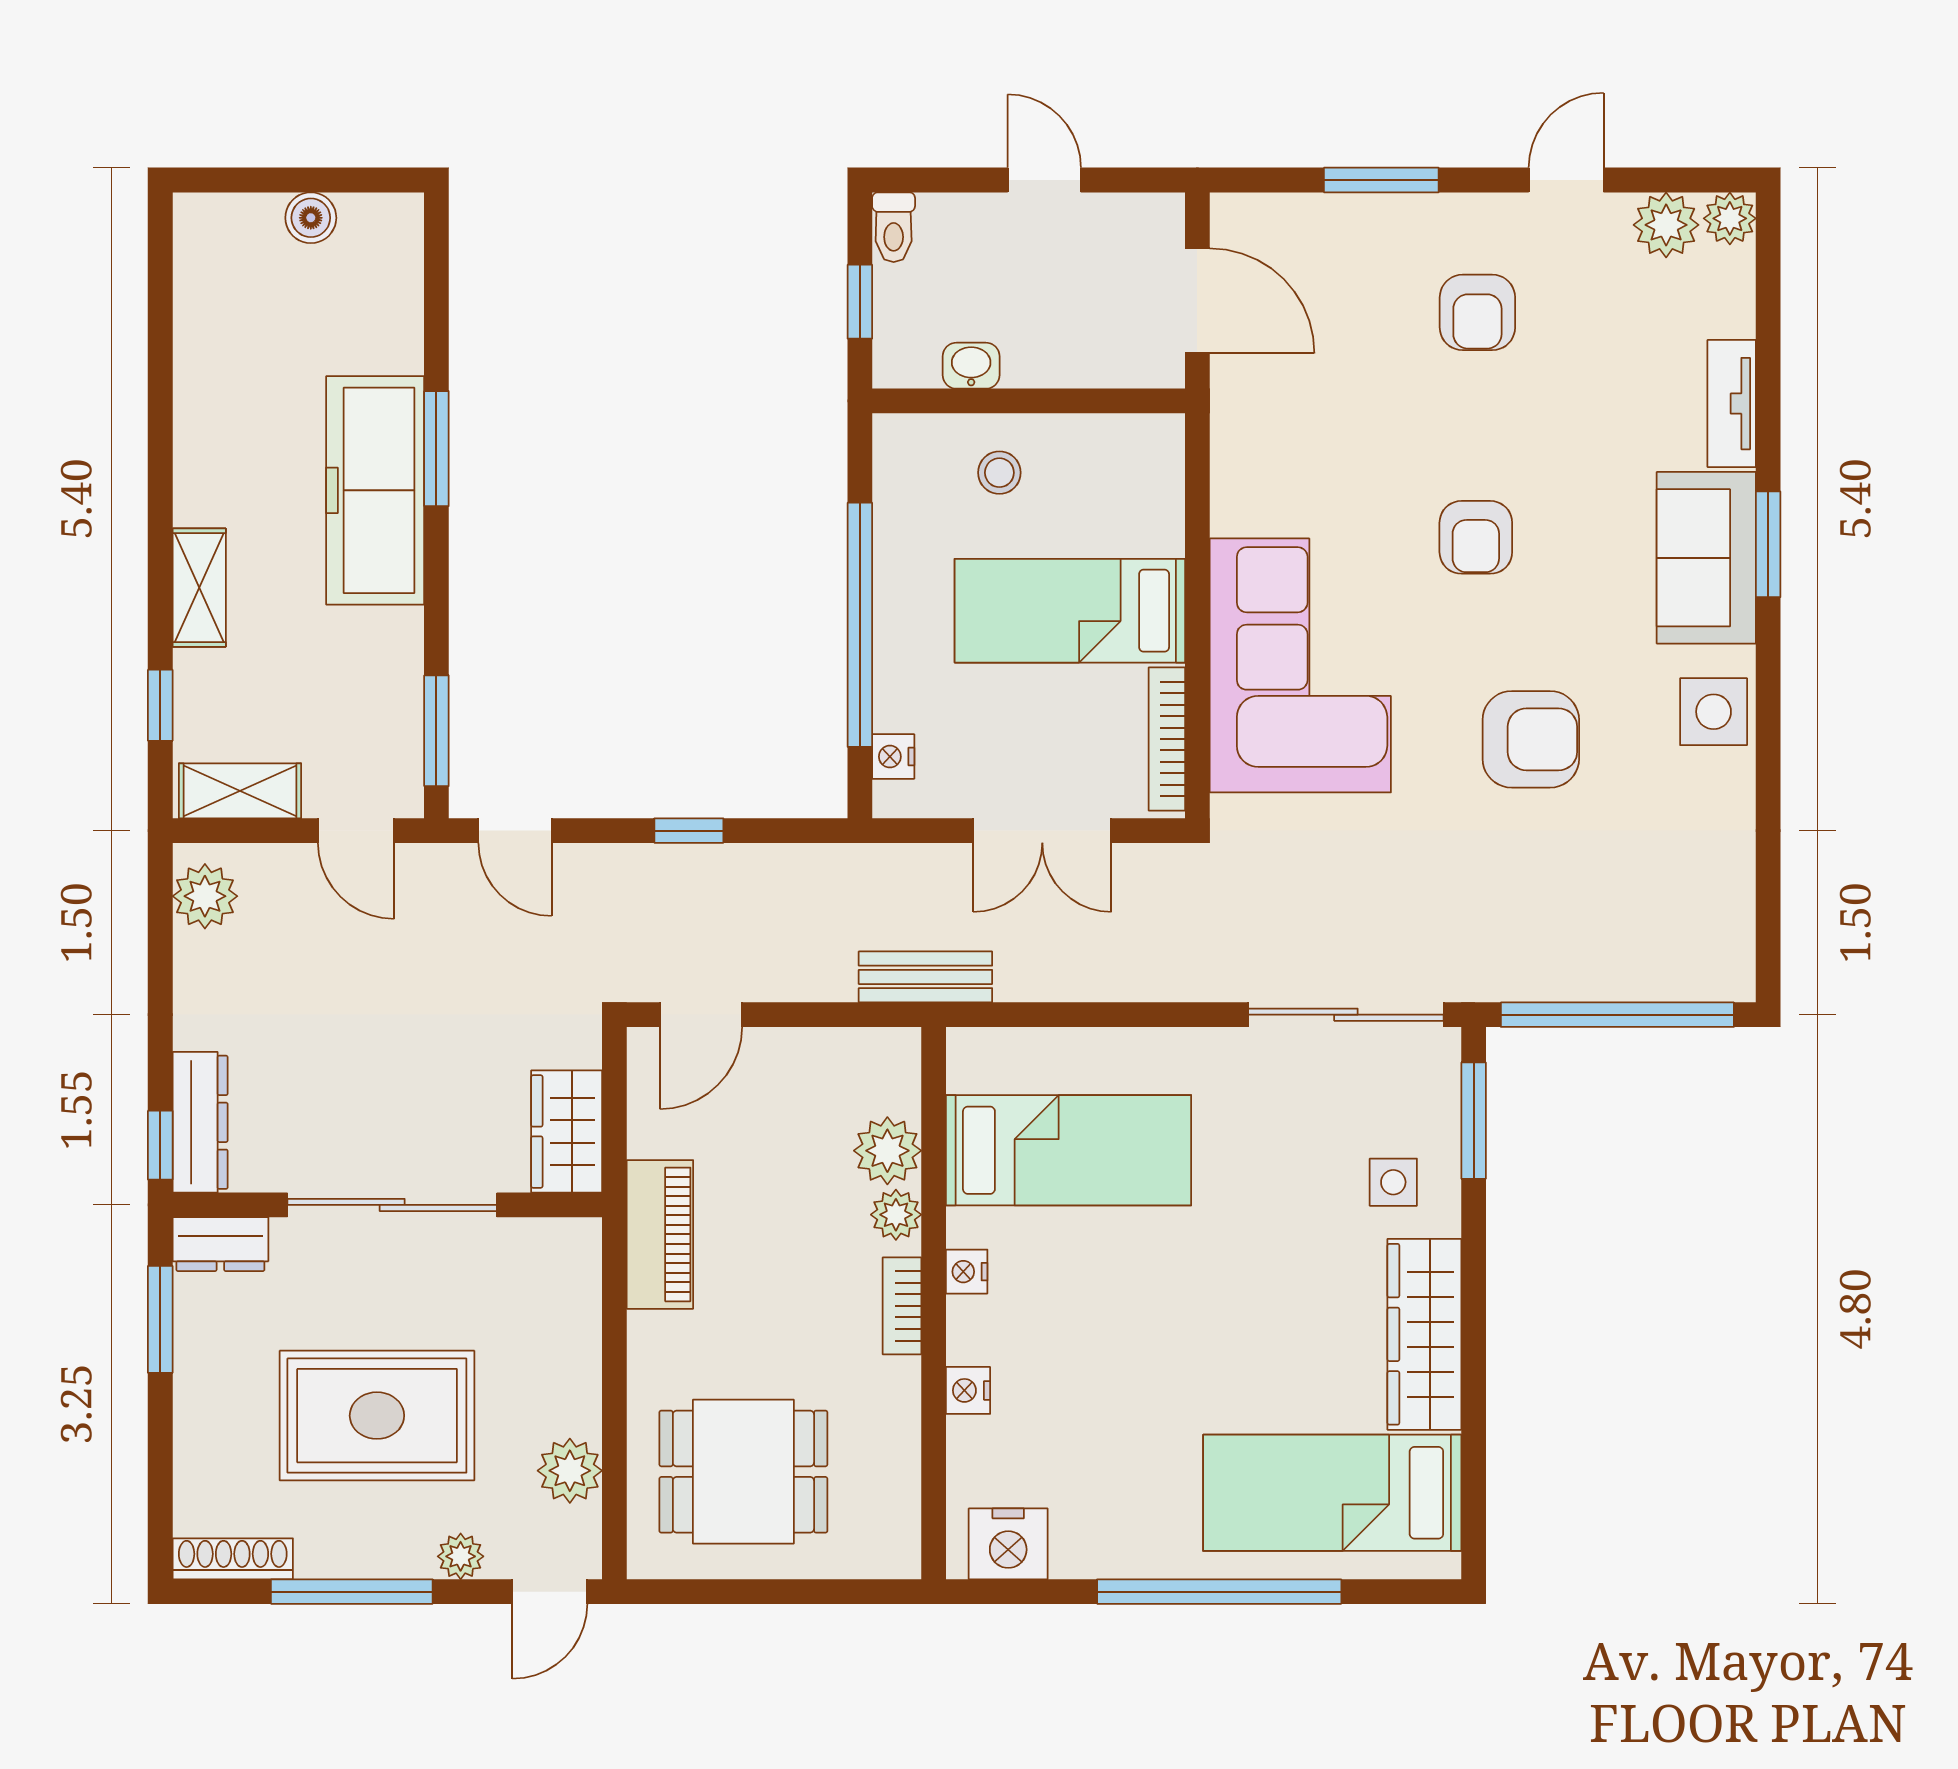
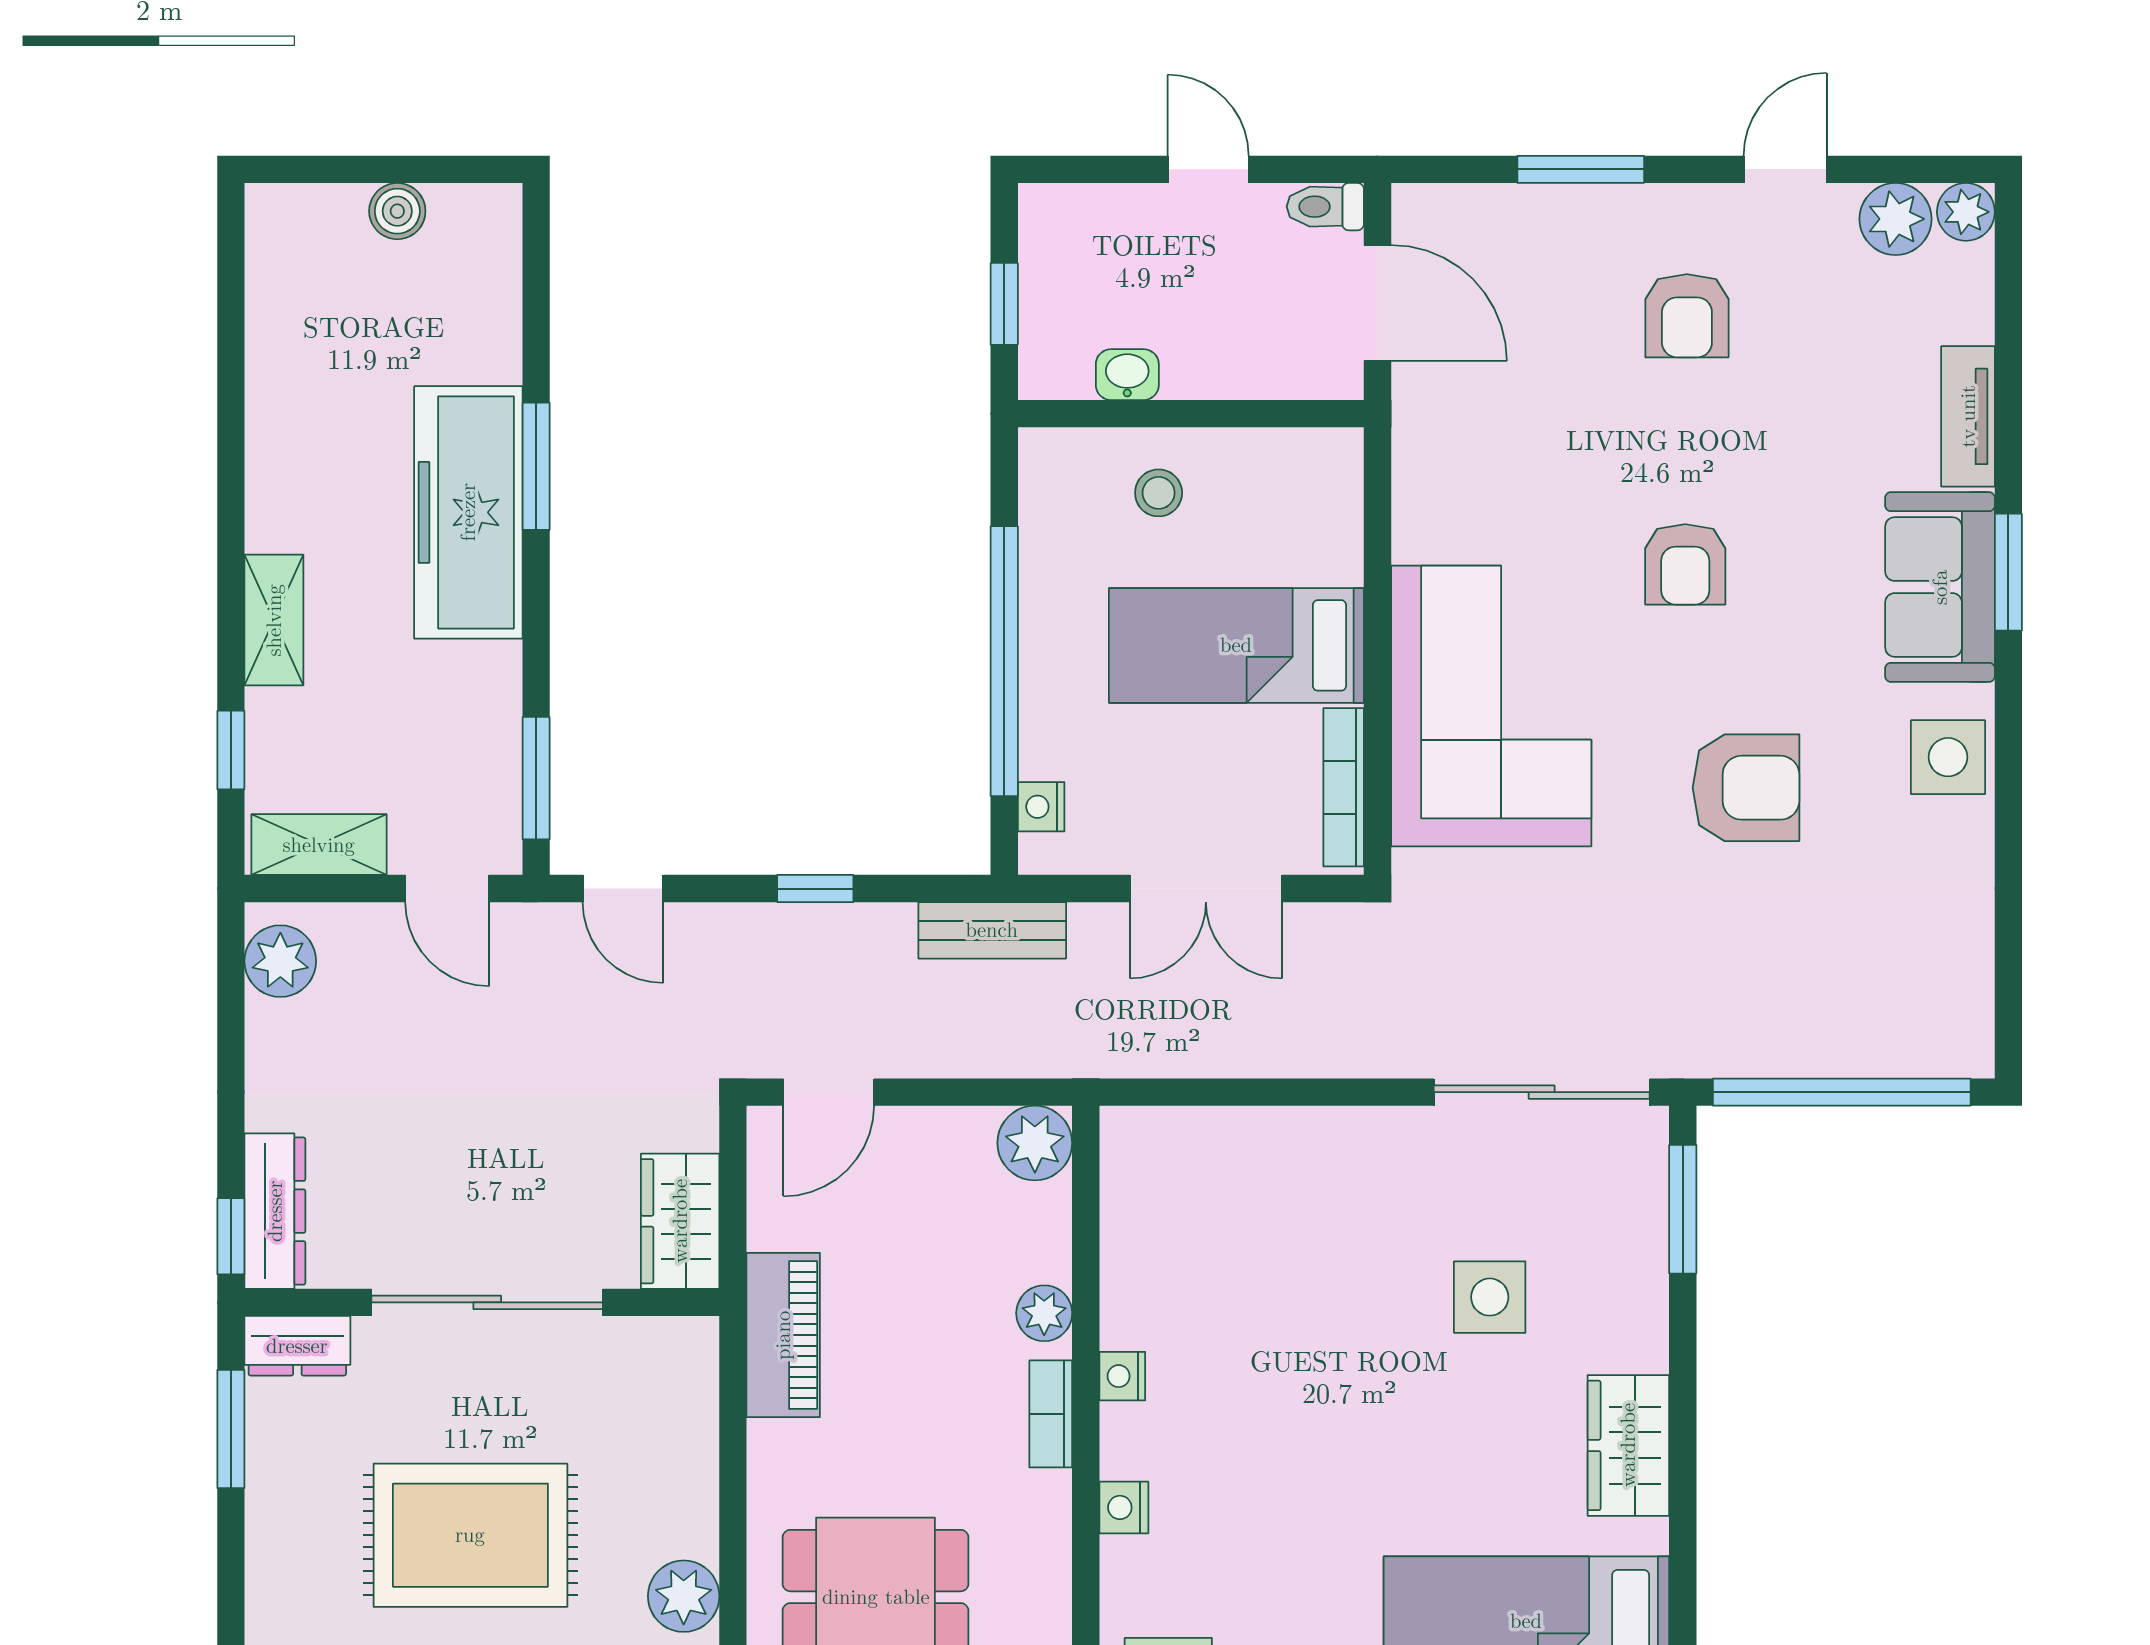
toilet: (894, 227) -> (1325, 207), moved, turned 90
bench: (925, 977) -> (992, 930), moved
bed: (1068, 1150) -> (1235, 1242), removed
plant: (887, 1151) -> (1035, 1143), moved
side table: (1393, 1182) -> (1490, 1297), moved, width x1.37, depth x1.37
wardrobe: (1424, 1334) -> (1628, 1445), width x0.67

